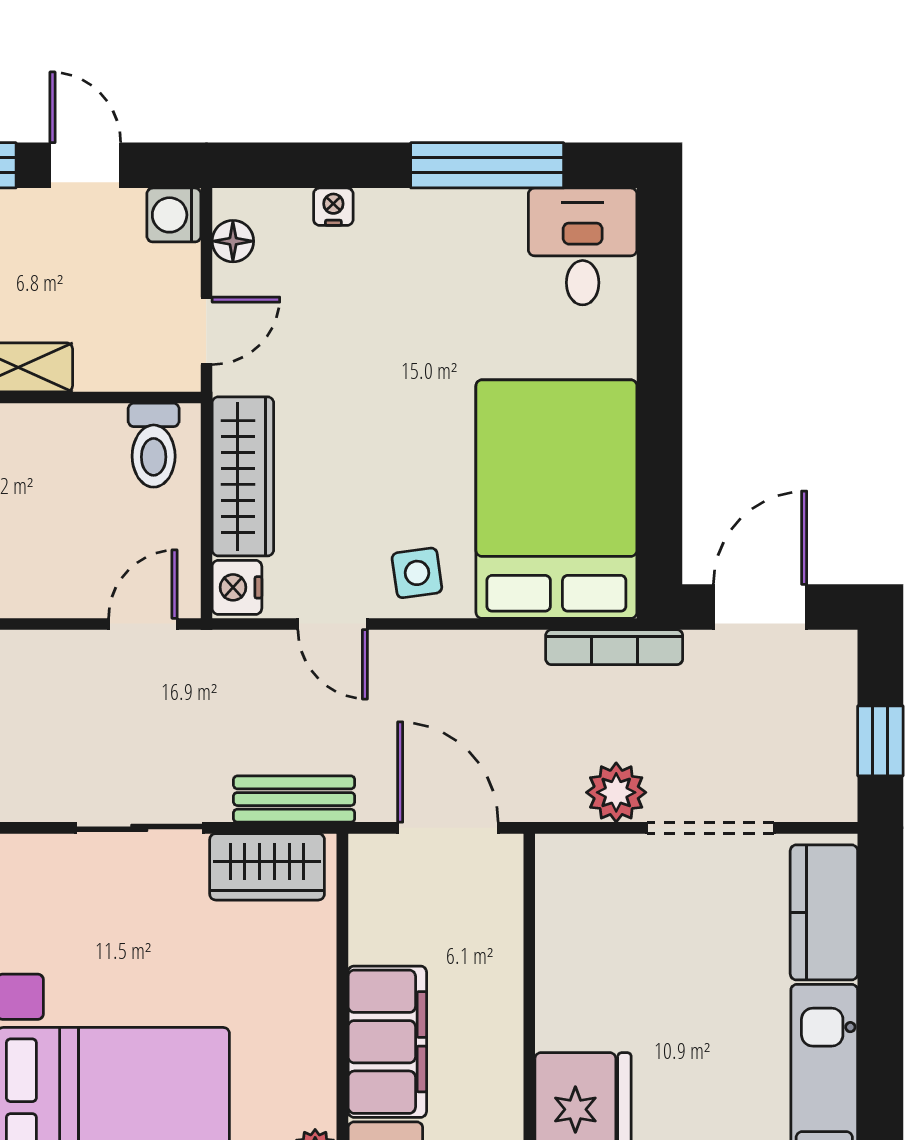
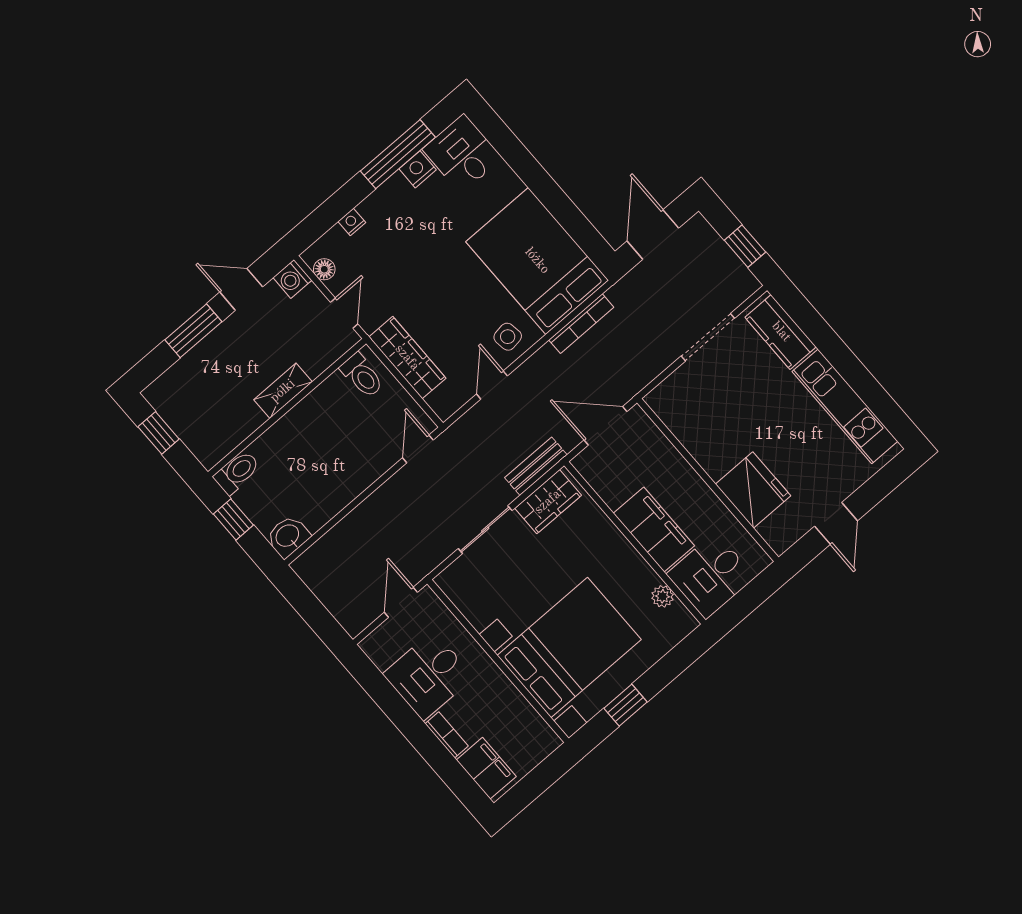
nightstand: (237, 587) -> (418, 169), moved, turned 90
door: (333, 624) -> (492, 385), swing flipped
bookcase: (614, 647) -> (581, 324), moved
plant: (616, 792) -> (659, 355), removed

